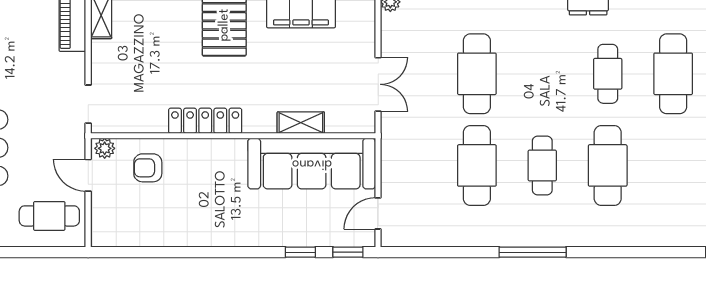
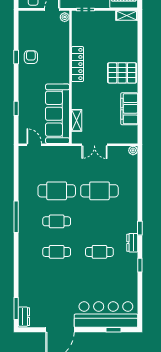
cafe table: (673, 74) -> (99, 282), removed
shelving: (301, 123) -> (77, 120), moved
cafe table: (608, 165) -> (57, 252), width x0.73, depth x0.74
armchair: (148, 168) -> (31, 57), moved
window: (348, 252) -> (16, 57), moved

